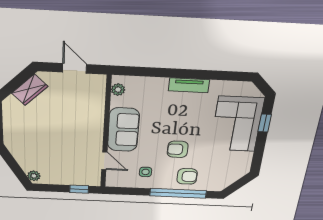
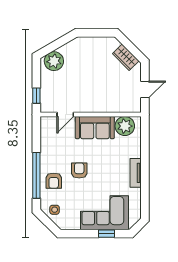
plant: (118, 90) -> (125, 126), width x1.88, depth x1.88
side table: (145, 172) -> (55, 210), moved
plant: (34, 176) -> (54, 61), width x1.88, depth x1.88

